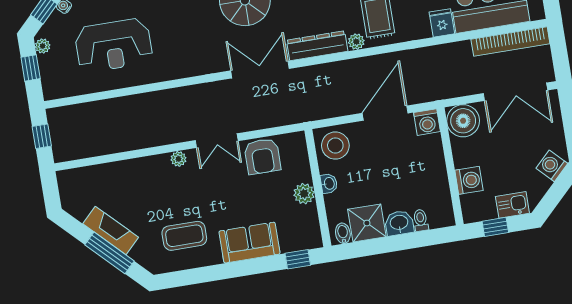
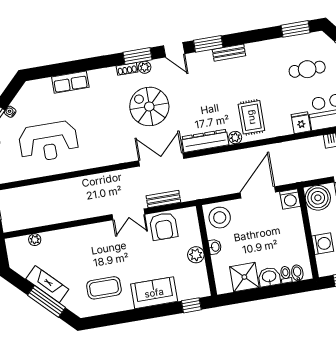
bench: (262, 121) -> (163, 199), added
plant: (178, 159) -> (35, 240), moved
bidet: (343, 233) -> (297, 273), moved

